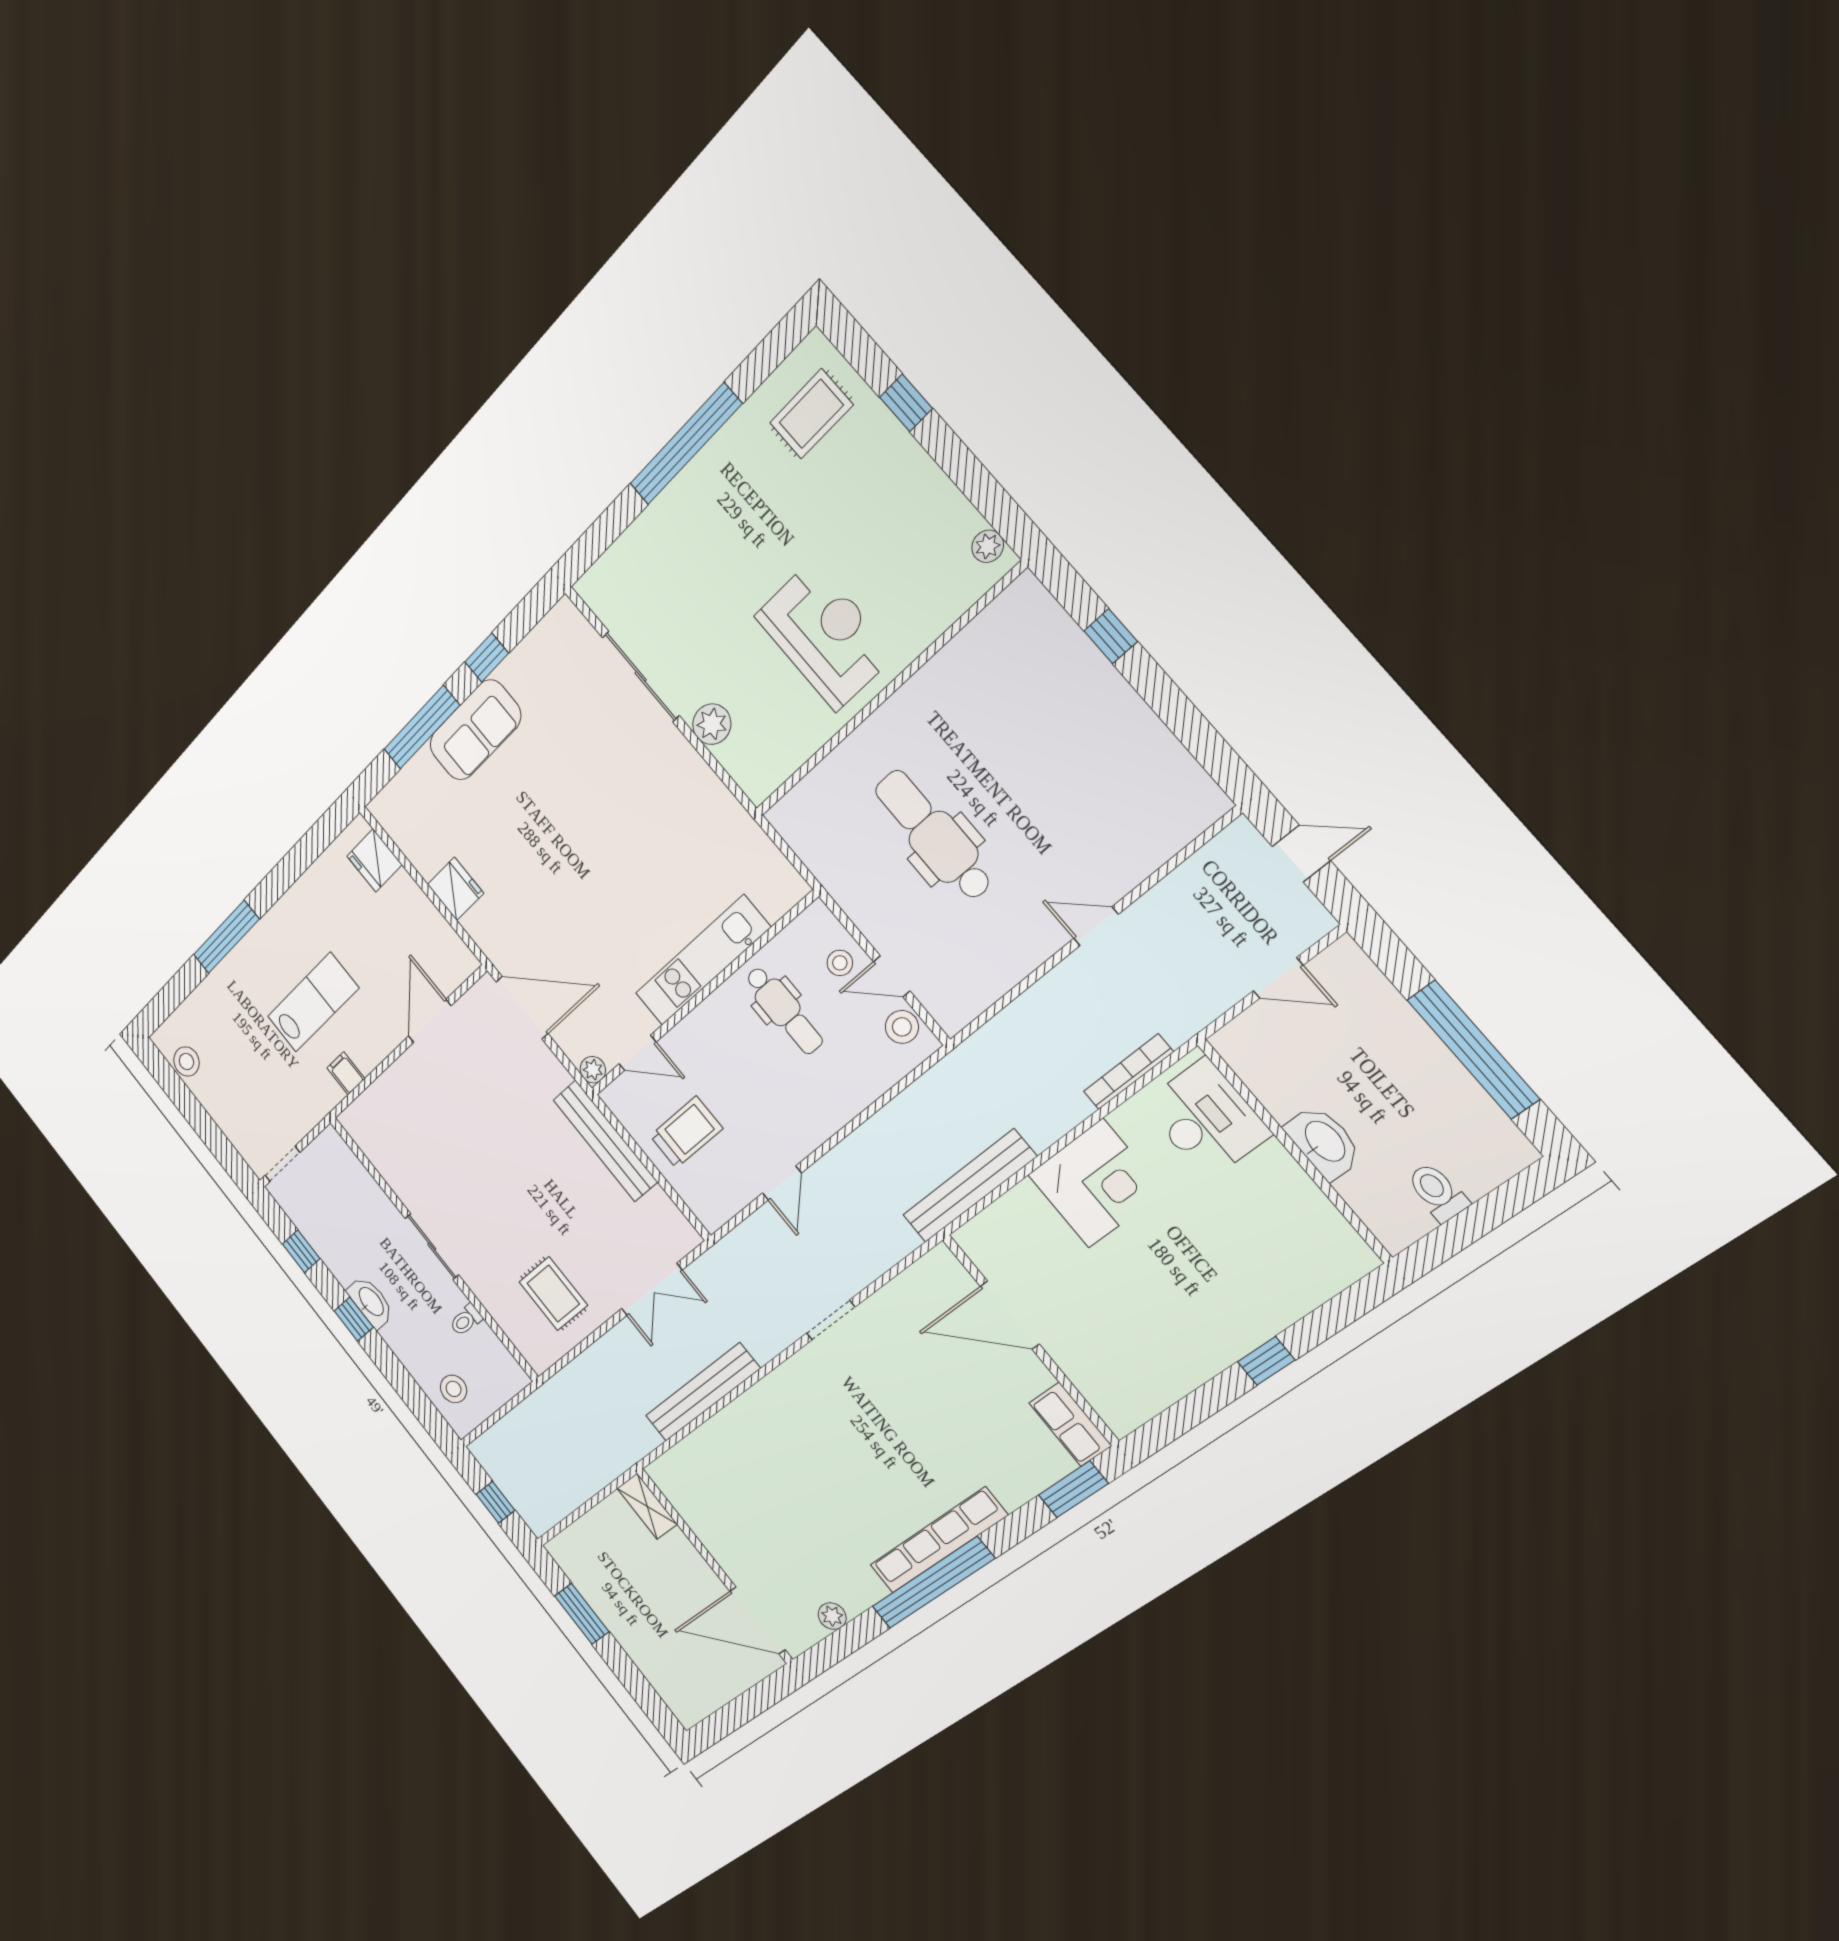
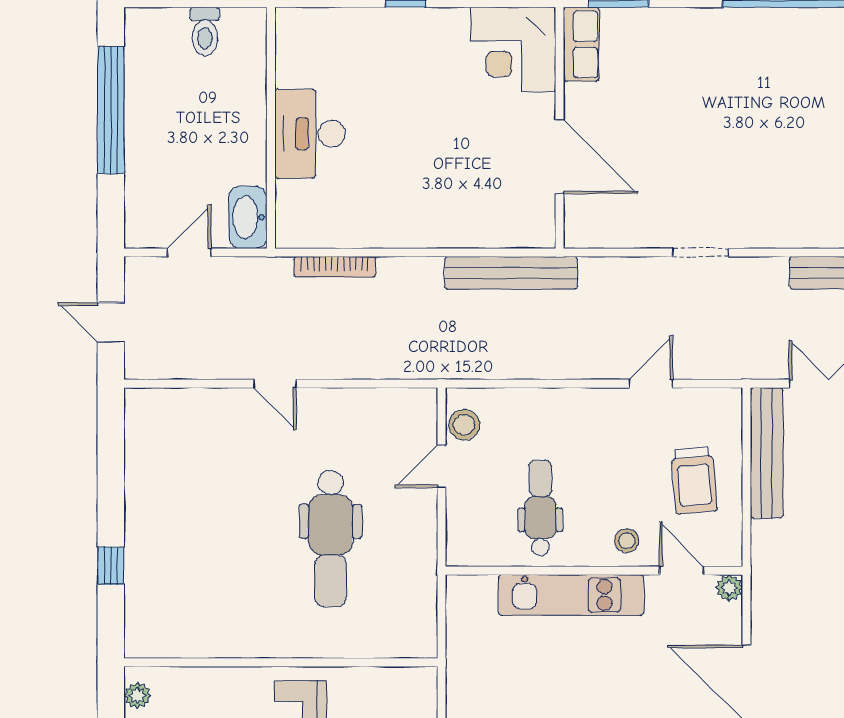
stool: (840, 963) -> (627, 541), moved
door: (892, 976) -> (441, 466), swing flipped
door: (1278, 978) -> (189, 252), hinge flipped
desk: (1206, 1119) -> (310, 134), moved
trolley: (686, 1132) -> (694, 481), turned -95
bench: (605, 1141) -> (767, 453), moved
washbasin: (1324, 1142) -> (248, 217), moved
corner desk: (1096, 1183) -> (513, 50), moved, turned -90
row of seats: (938, 1540) -> (757, 24), removed

